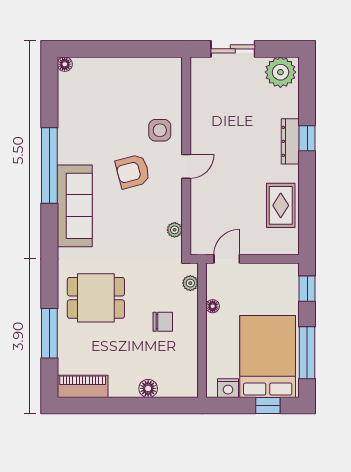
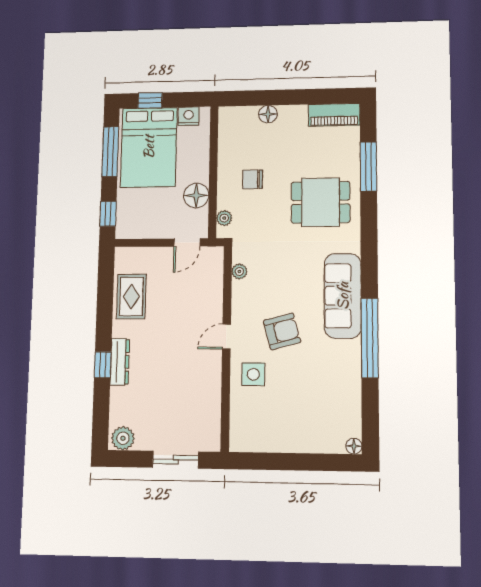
plant: (280, 72) -> (123, 438), width x0.73, depth x0.73
floor lamp: (213, 306) -> (196, 196), width x1.89, depth x1.89

